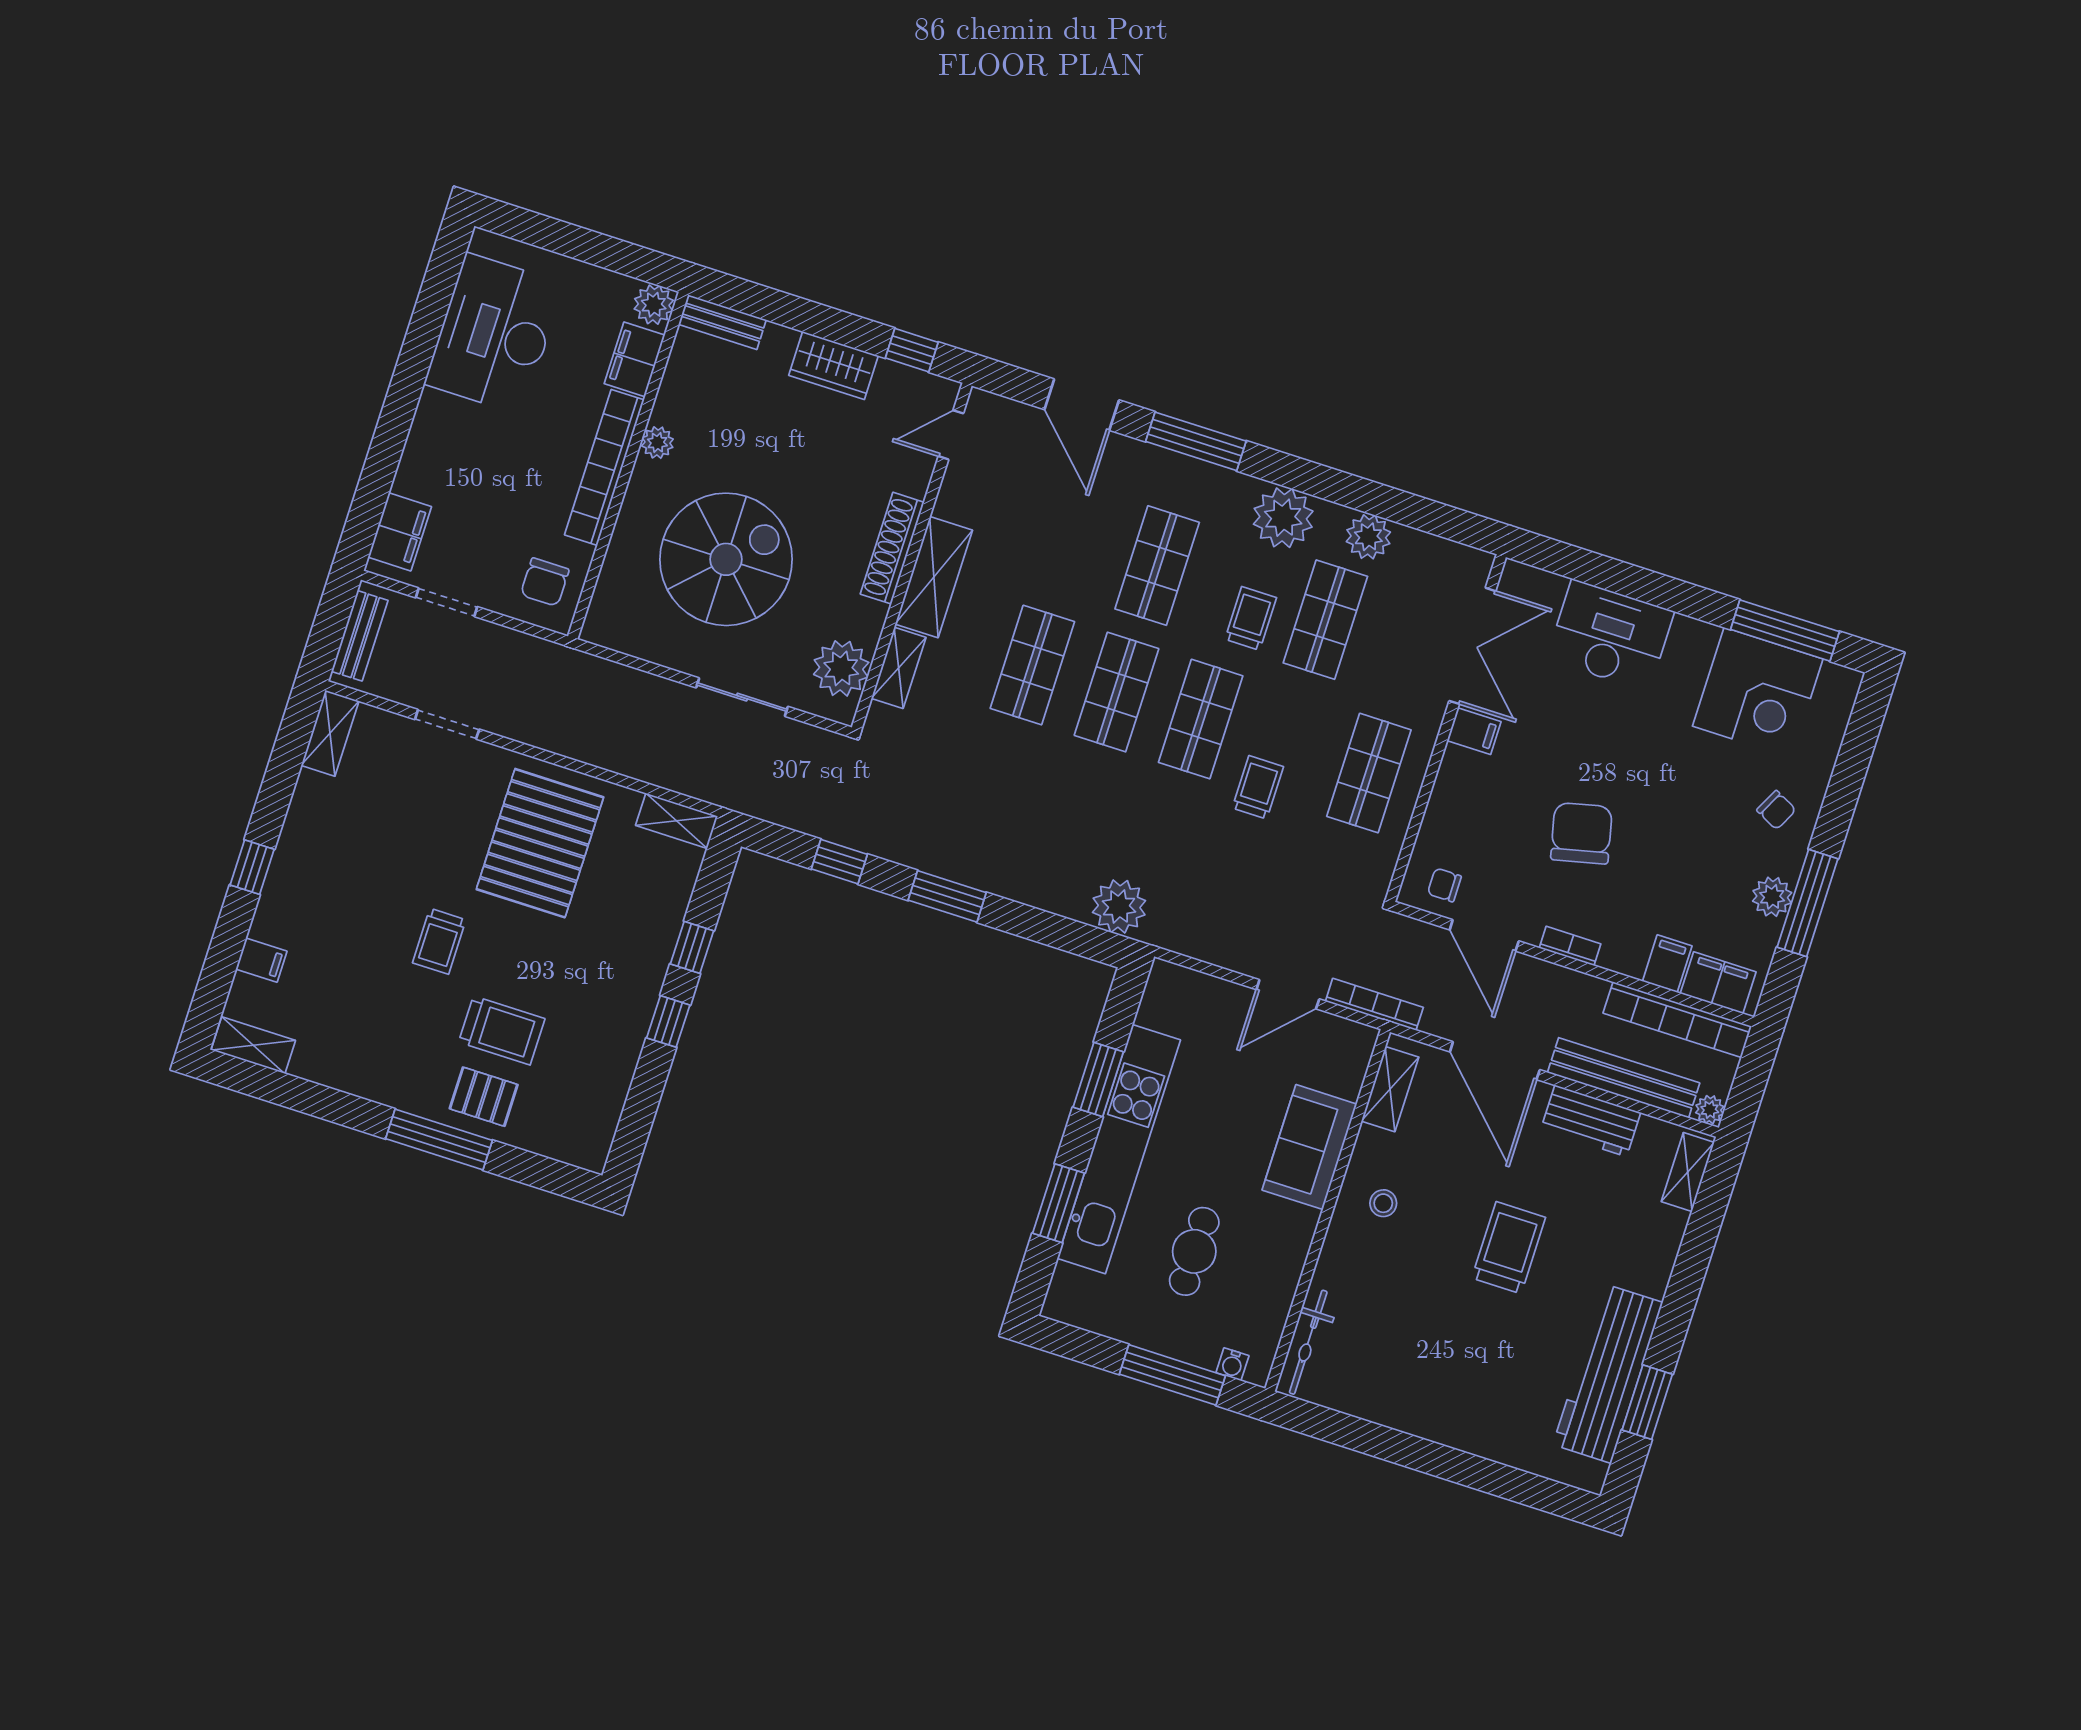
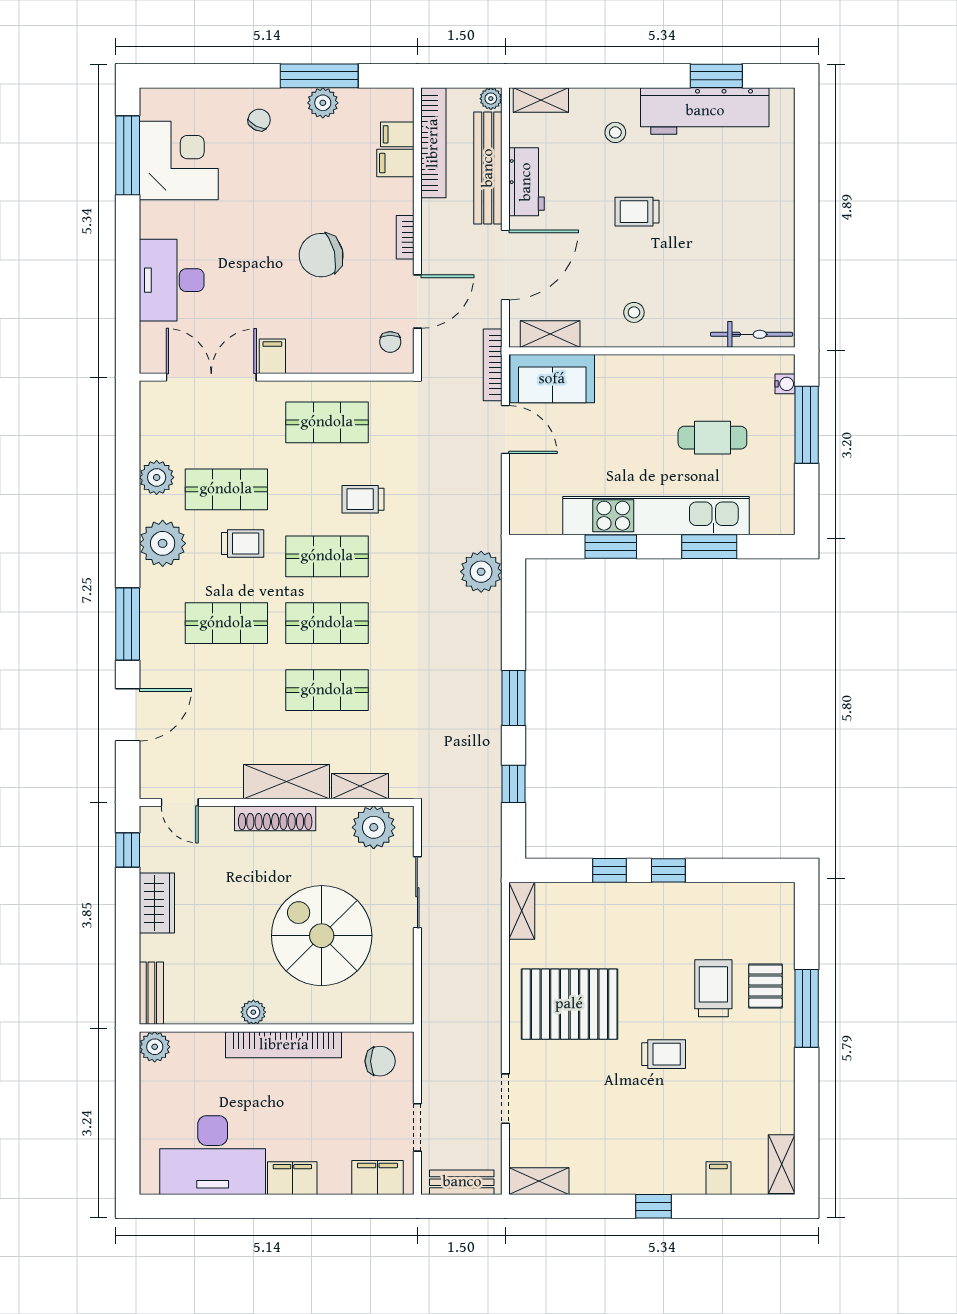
filing cabinet: (635, 359) -> (292, 1178), moved, turned 180
trolley: (1251, 618) -> (243, 543), turned 180
filing cabinet: (1718, 983) -> (397, 134), width x0.50
sofa: (1309, 1147) -> (552, 379), moved
trolley: (1509, 1248) -> (637, 212), width x0.73, depth x0.72
stool: (1617, 1252) -> (615, 132), added

